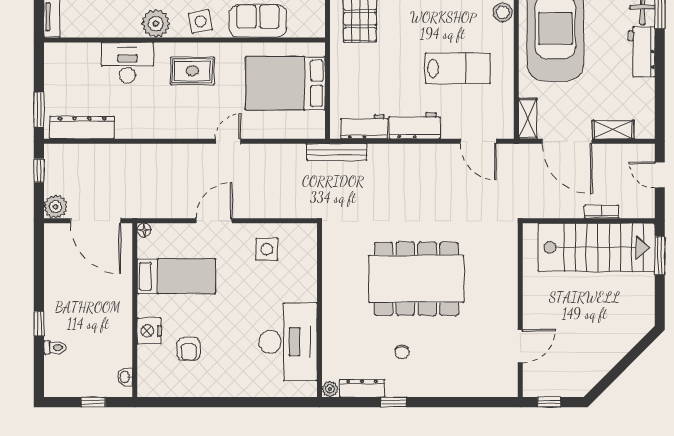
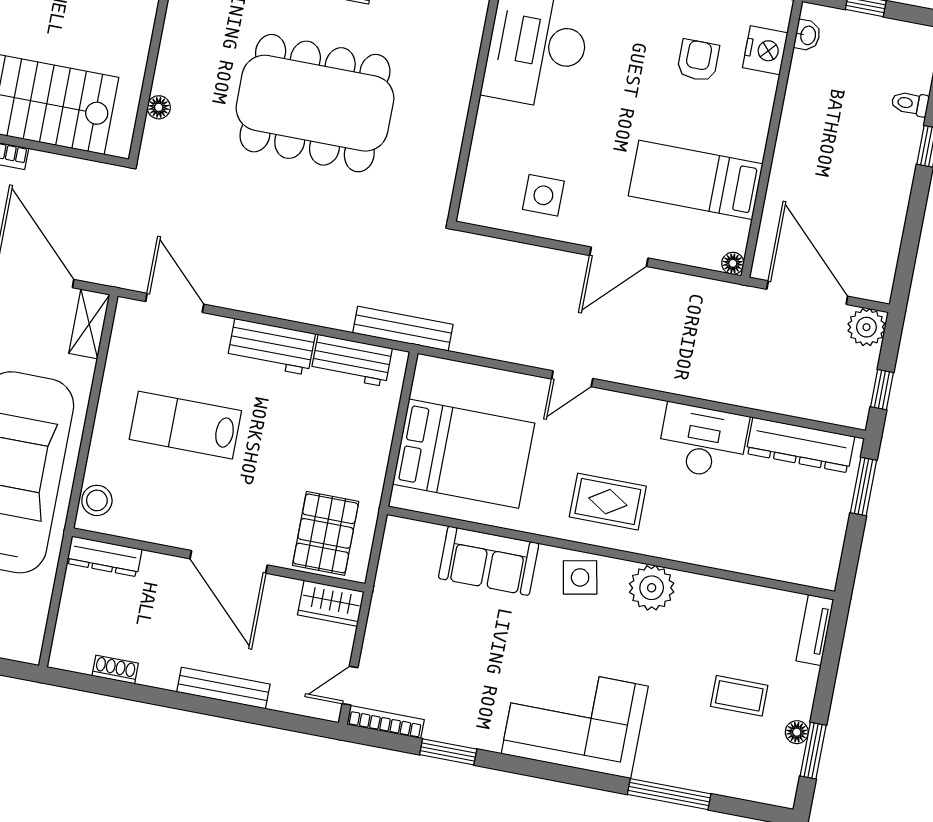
desk: (127, 63) -> (703, 441), moved, turned 180
floor lamp: (511, 258) -> (159, 107), added
nightstand: (149, 331) -> (765, 50), moved

